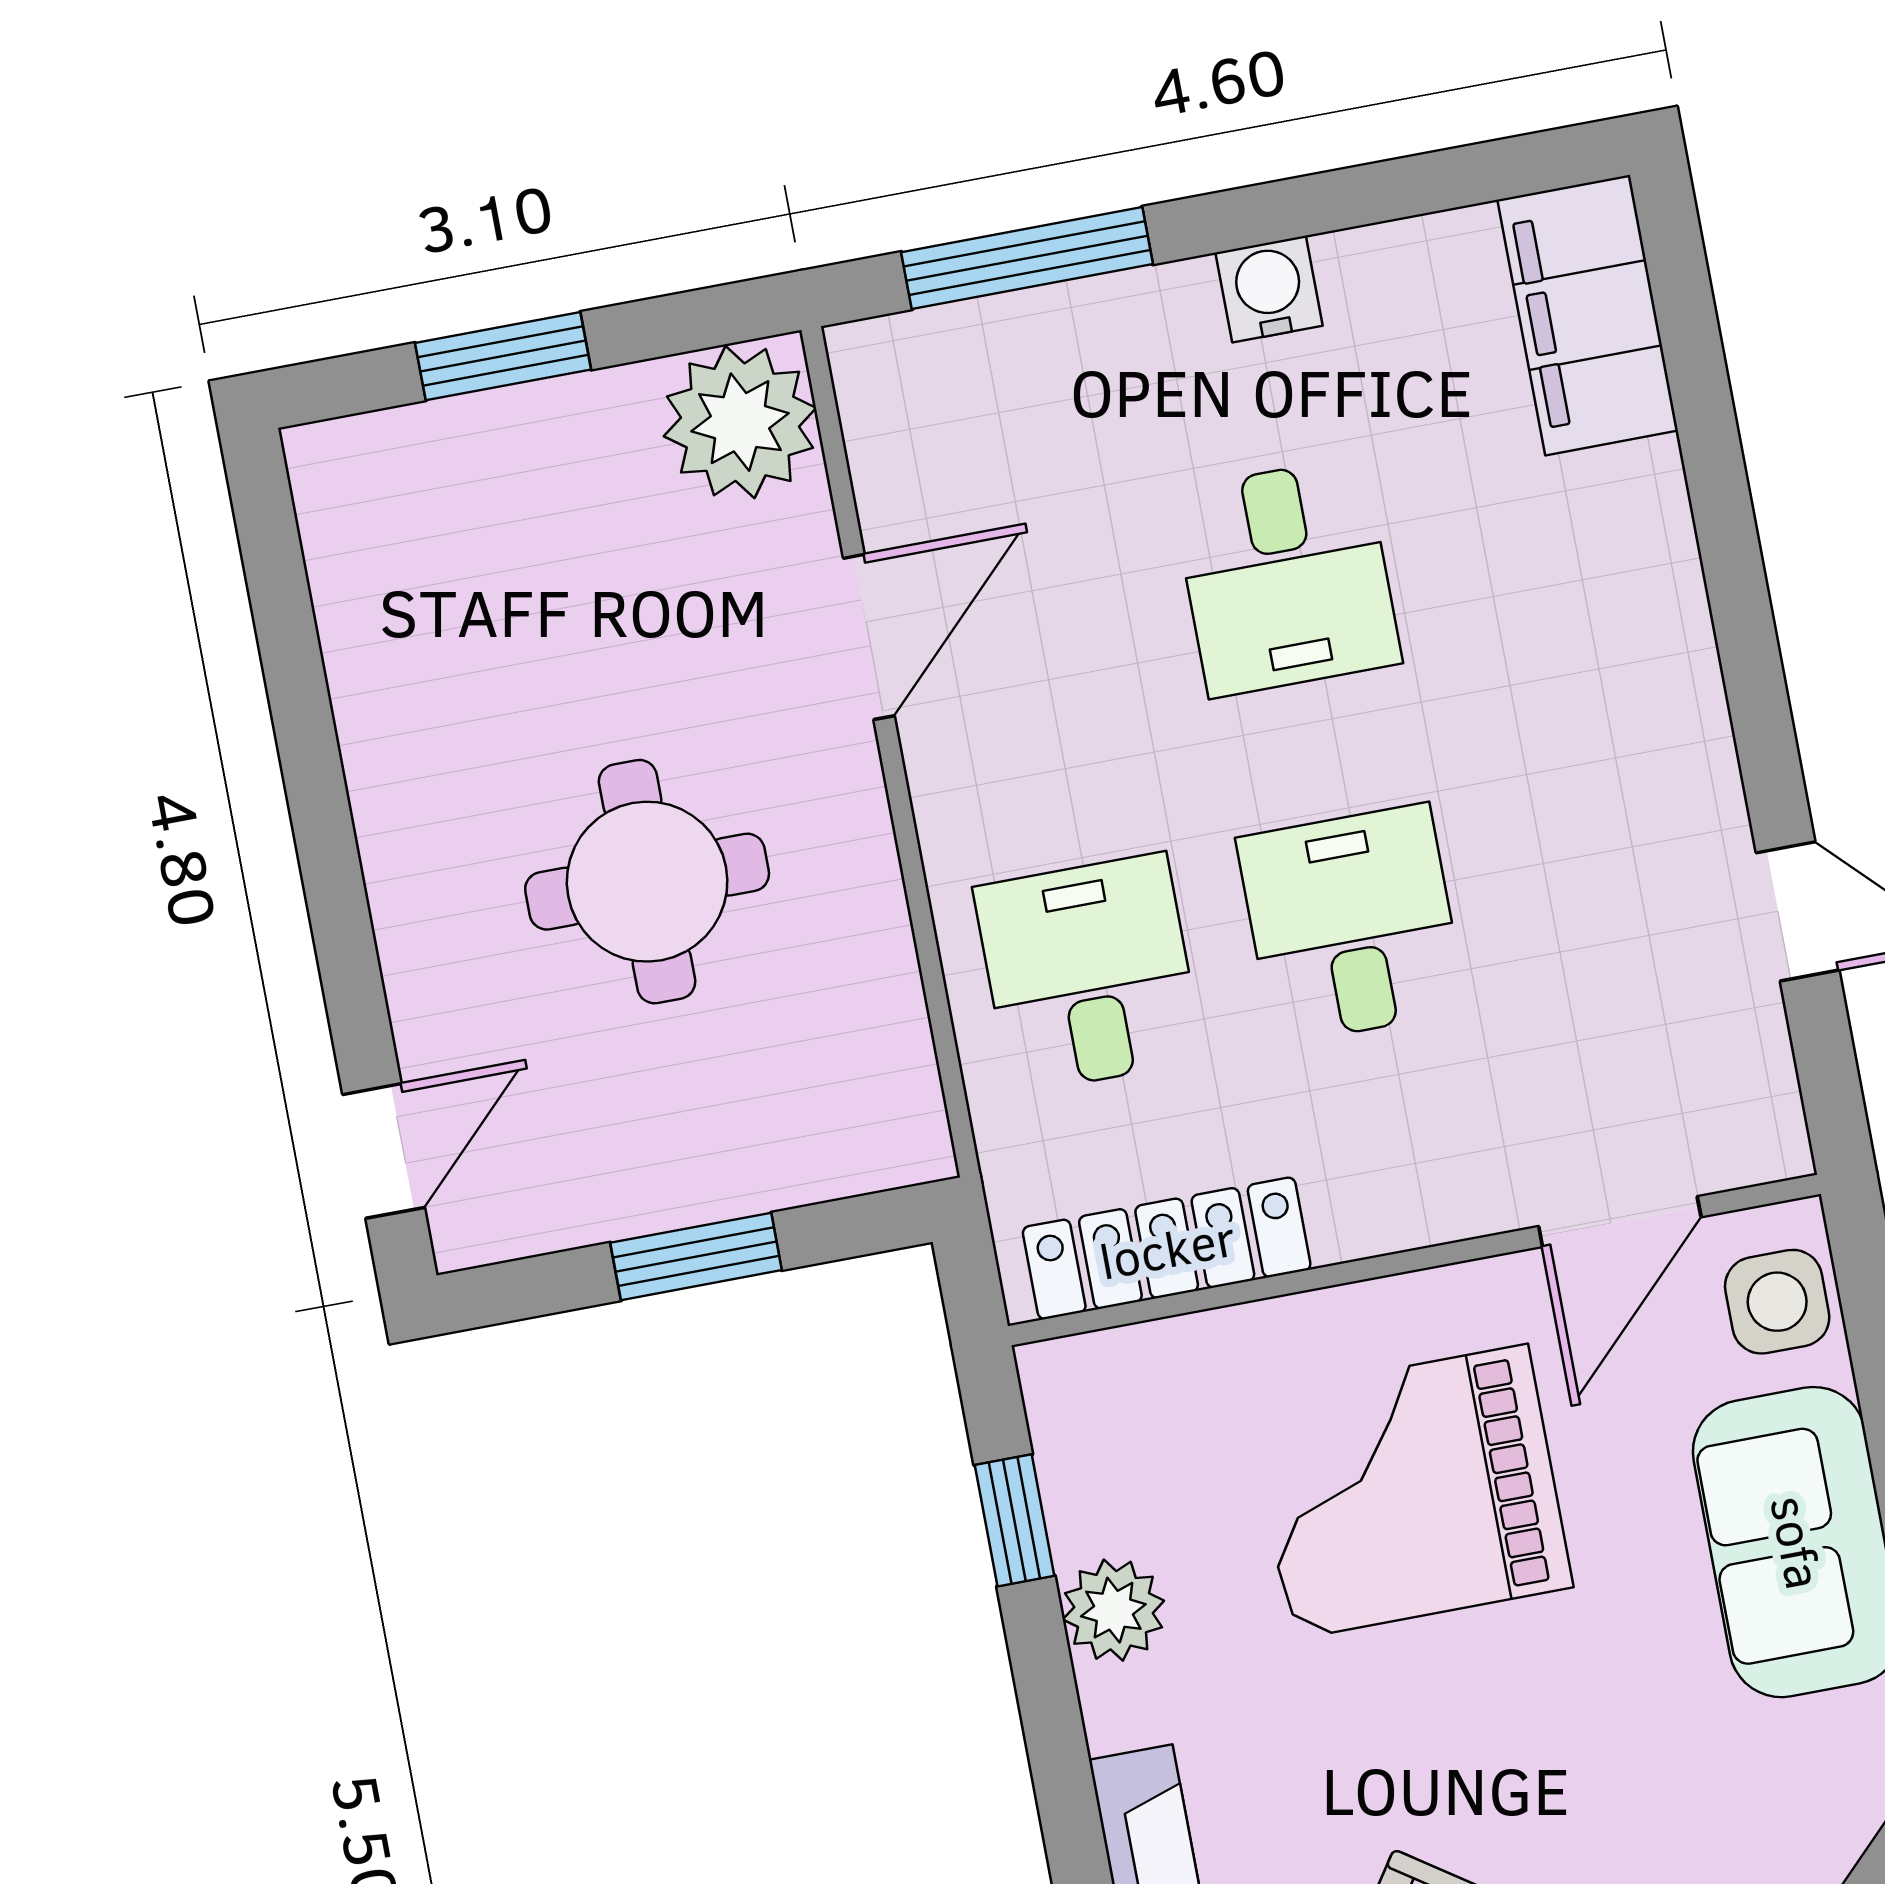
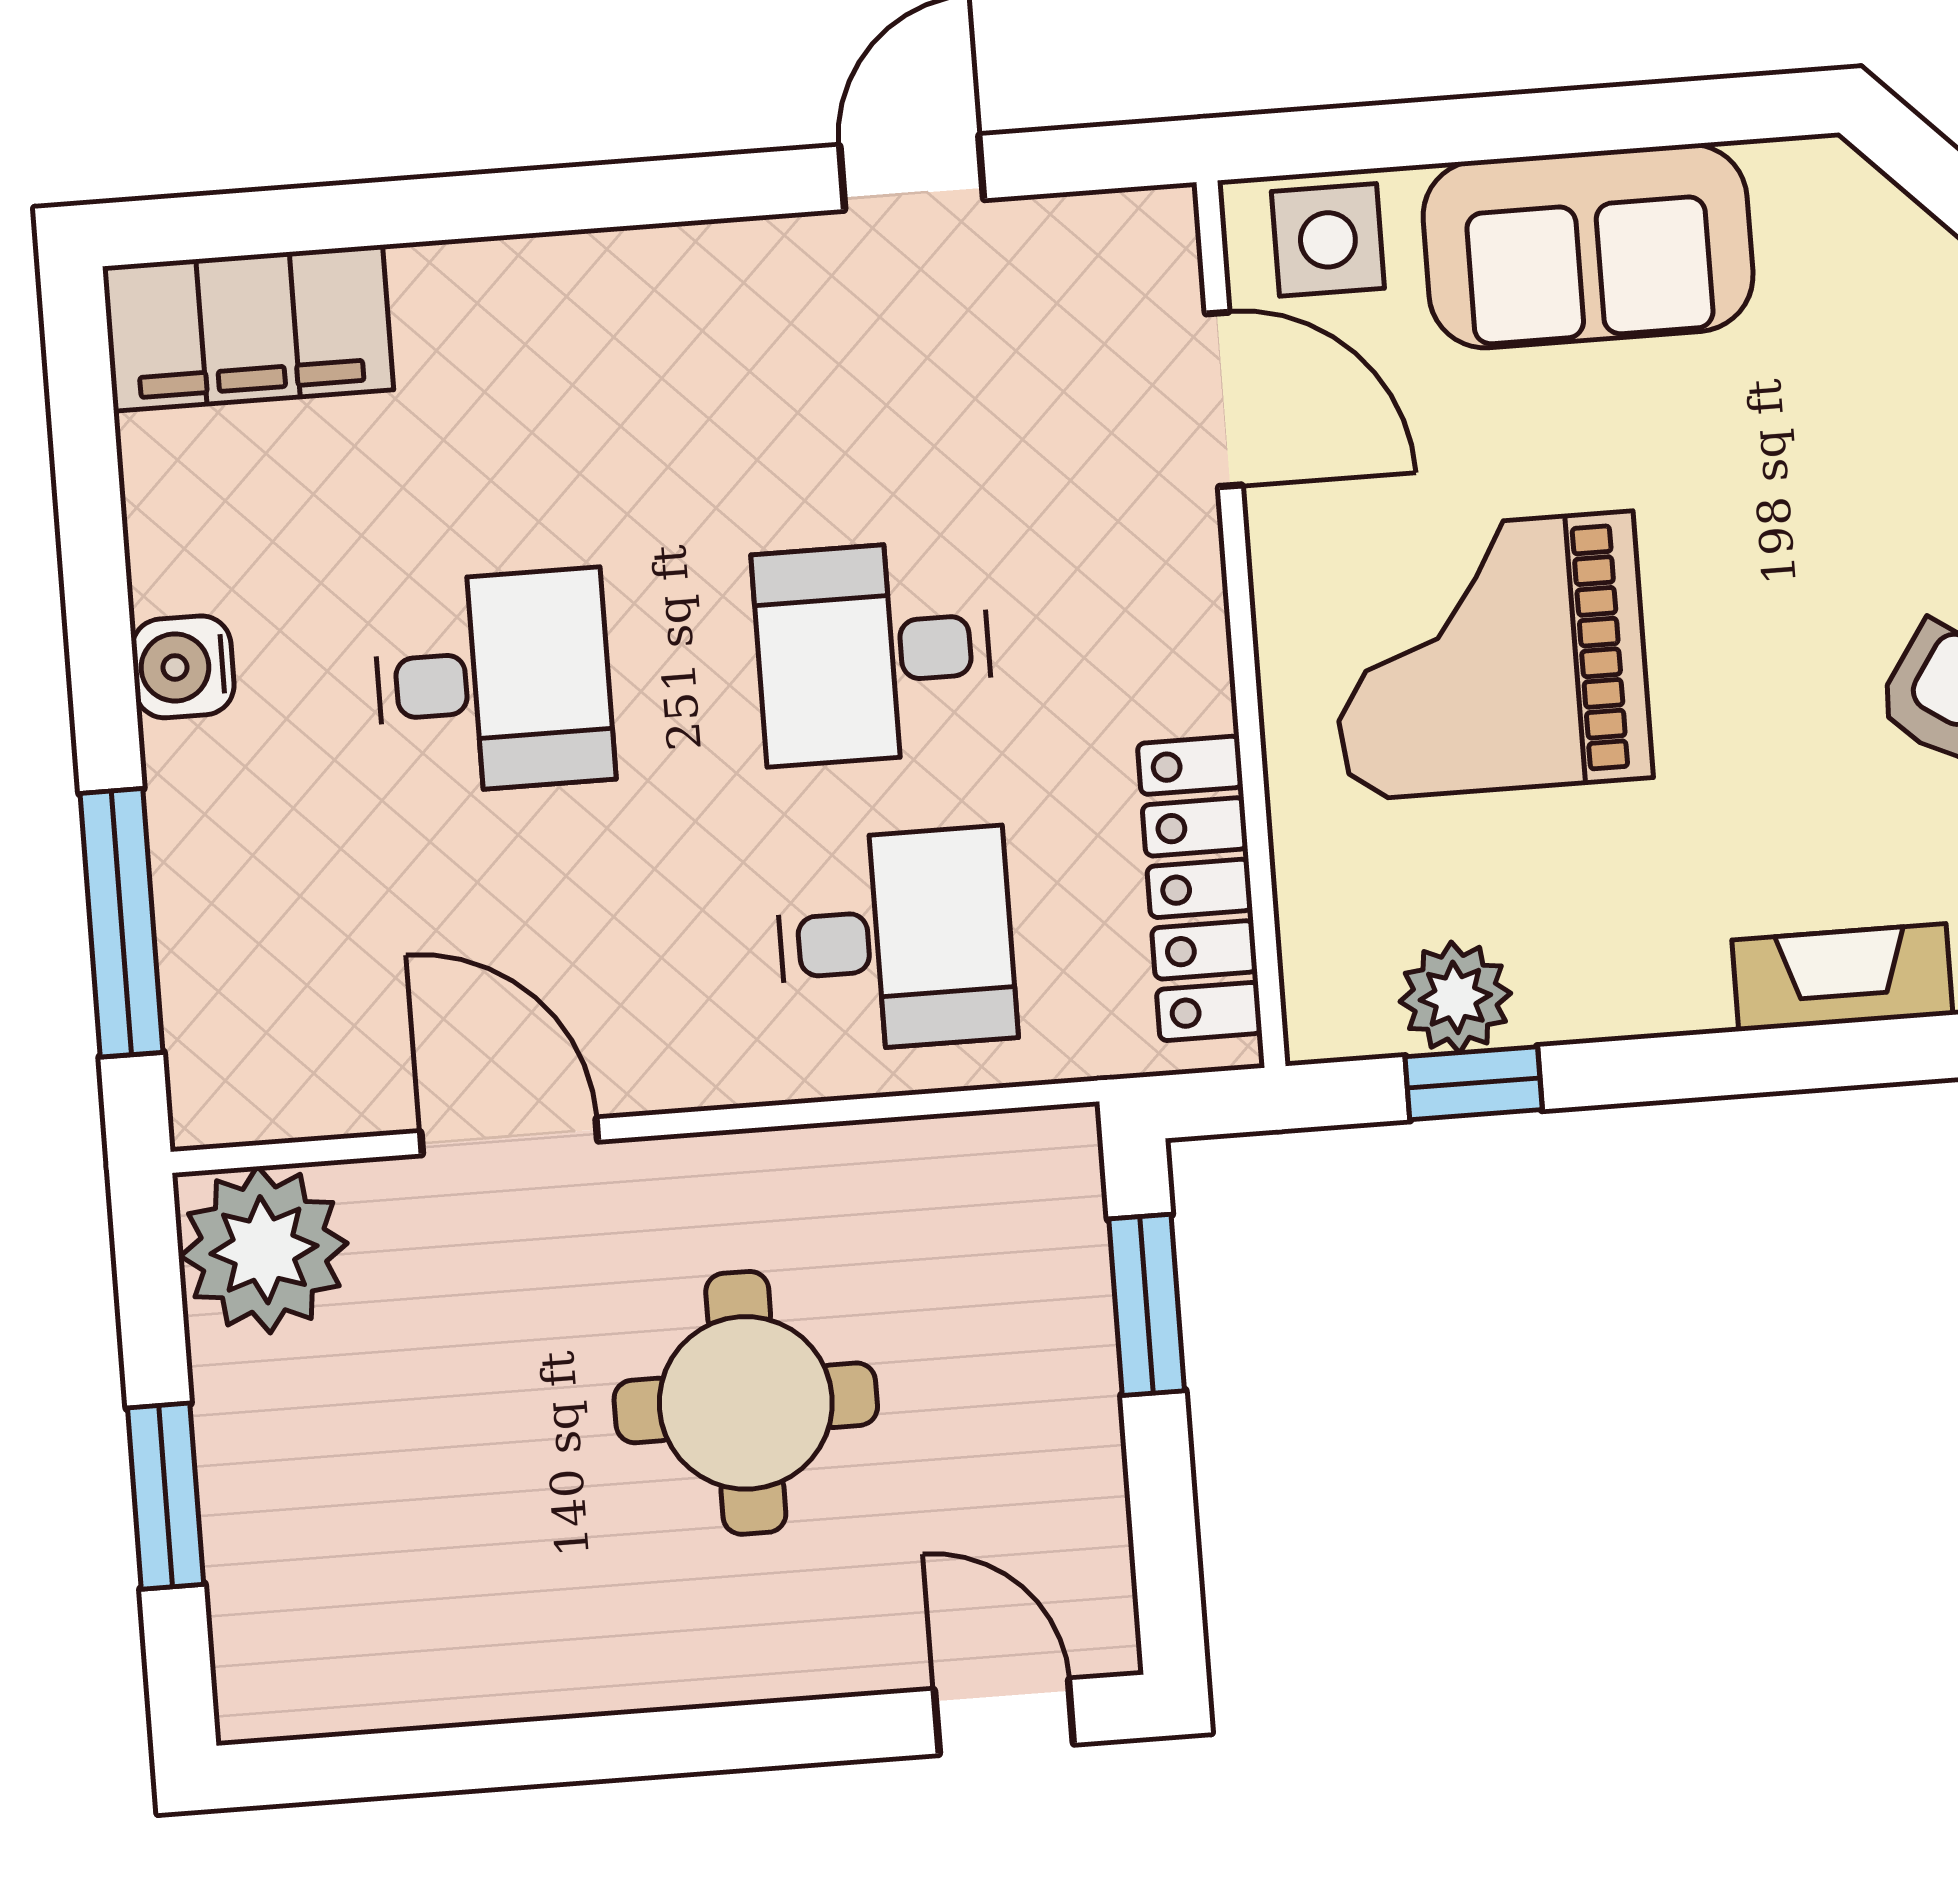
desk: (1089, 973) -> (896, 940), turned 180
window: (696, 1256) -> (1147, 1305), moved
grand piano: (1410, 1492) -> (1489, 656), turned 90
plant: (1113, 1610) -> (1455, 997), moved

